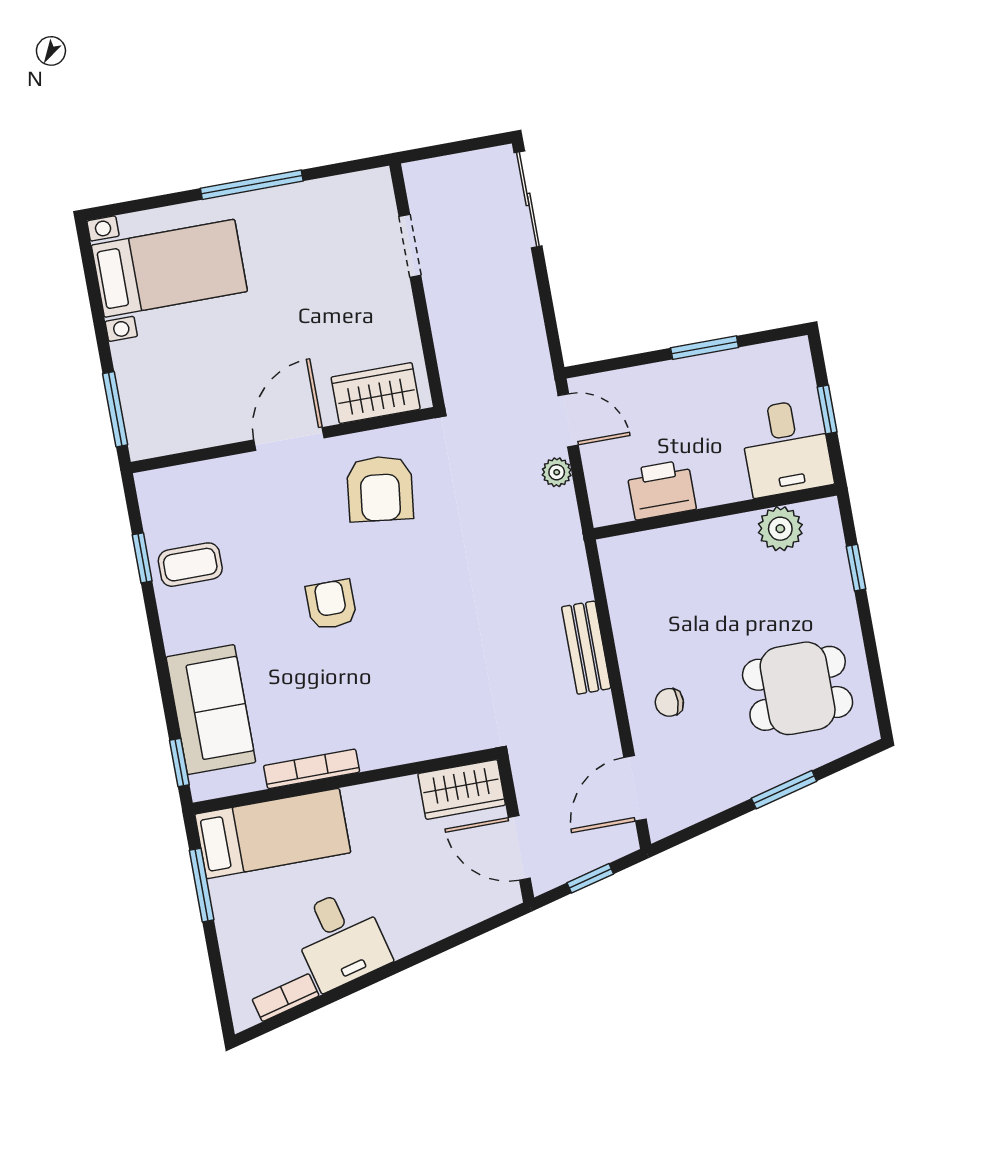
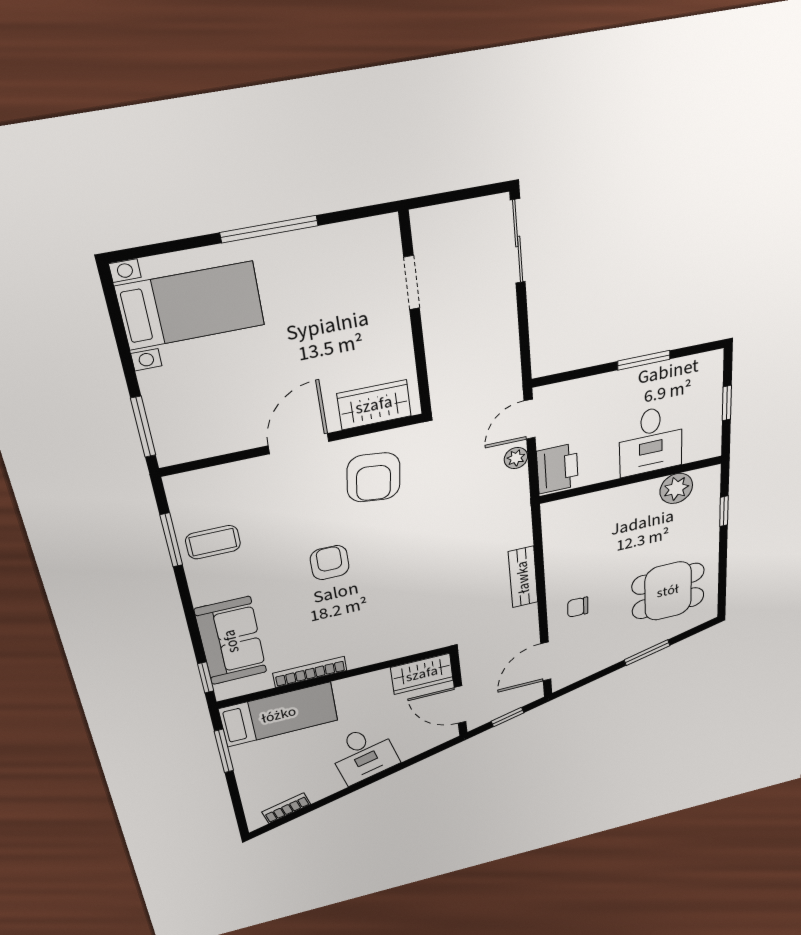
door: (568, 420) -> (530, 419), swing flipped
desk: (786, 448) -> (651, 441), moved
printer: (661, 490) -> (557, 469), moved, turned 90
window: (142, 558) -> (171, 540), width x1.50
desk: (340, 939) -> (364, 754), moved

